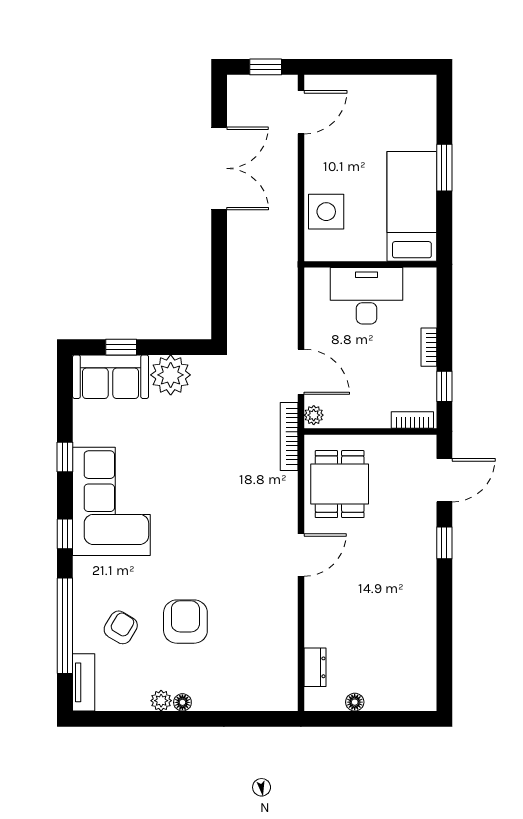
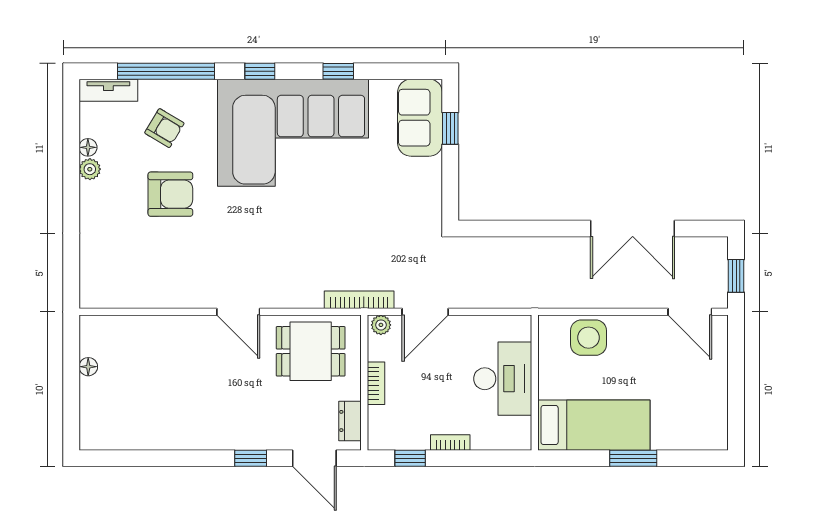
plant: (171, 375) -> (422, 179), removed
bookcase: (412, 420) -> (376, 383), moved
corner sofa: (111, 501) -> (293, 133), width x1.36, depth x1.36
dresser: (315, 667) -> (350, 421), moved, turned 90
floor lamp: (182, 702) -> (88, 147), moved

